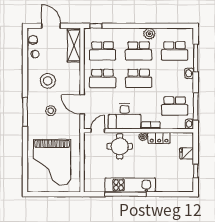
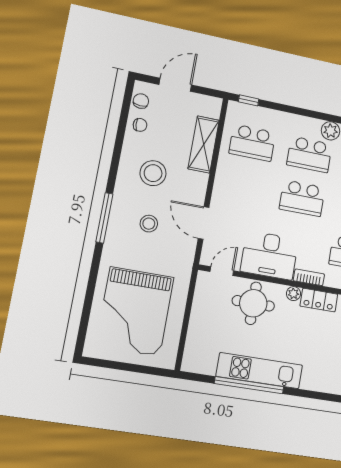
door: (51, 26) -> (175, 85), hinge flipped
shelving: (74, 46) -> (204, 144), moved
school desk: (103, 79) -> (245, 187), removed

